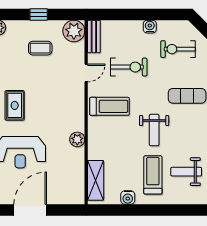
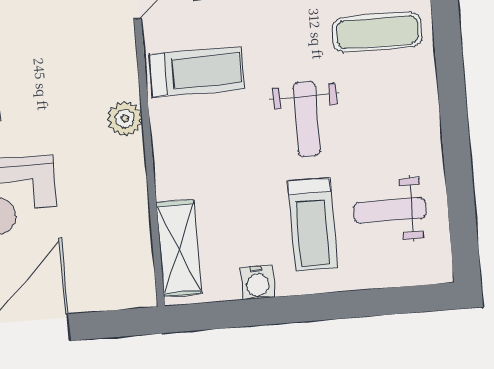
plant: (77, 139) -> (125, 119), moved
treadmill: (153, 175) -> (312, 224), turned 180

